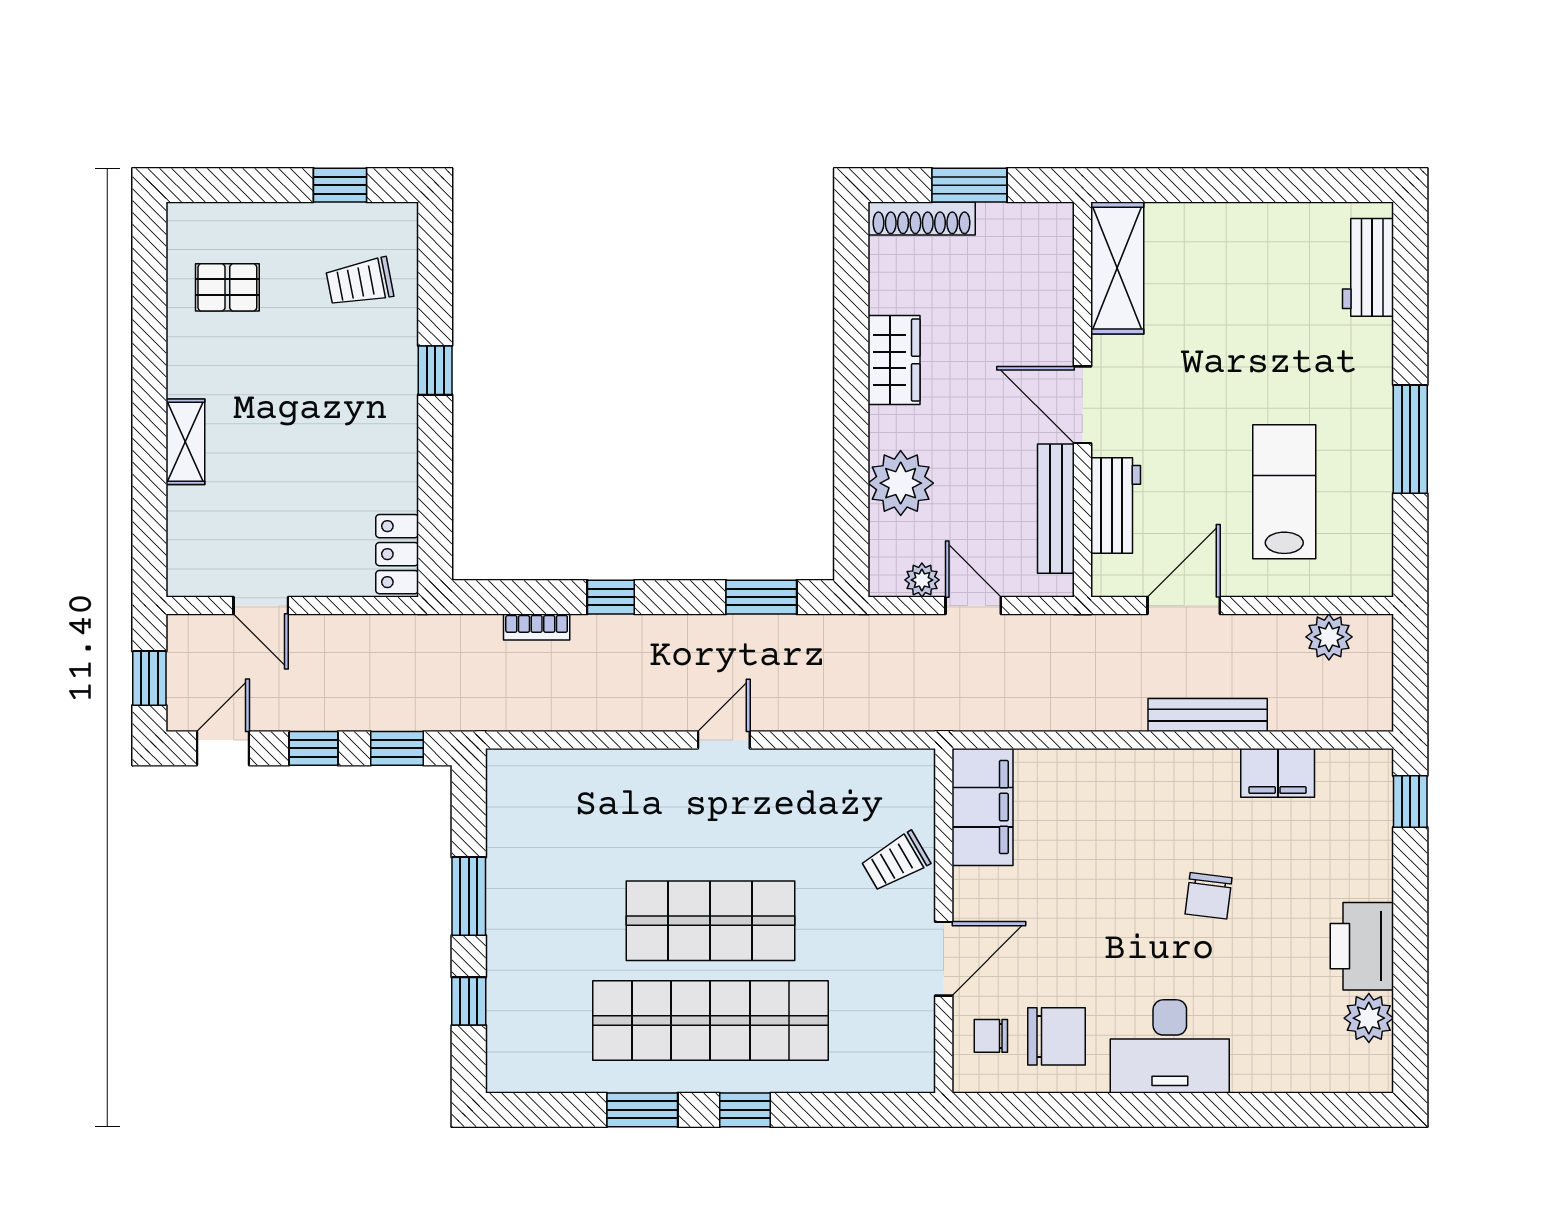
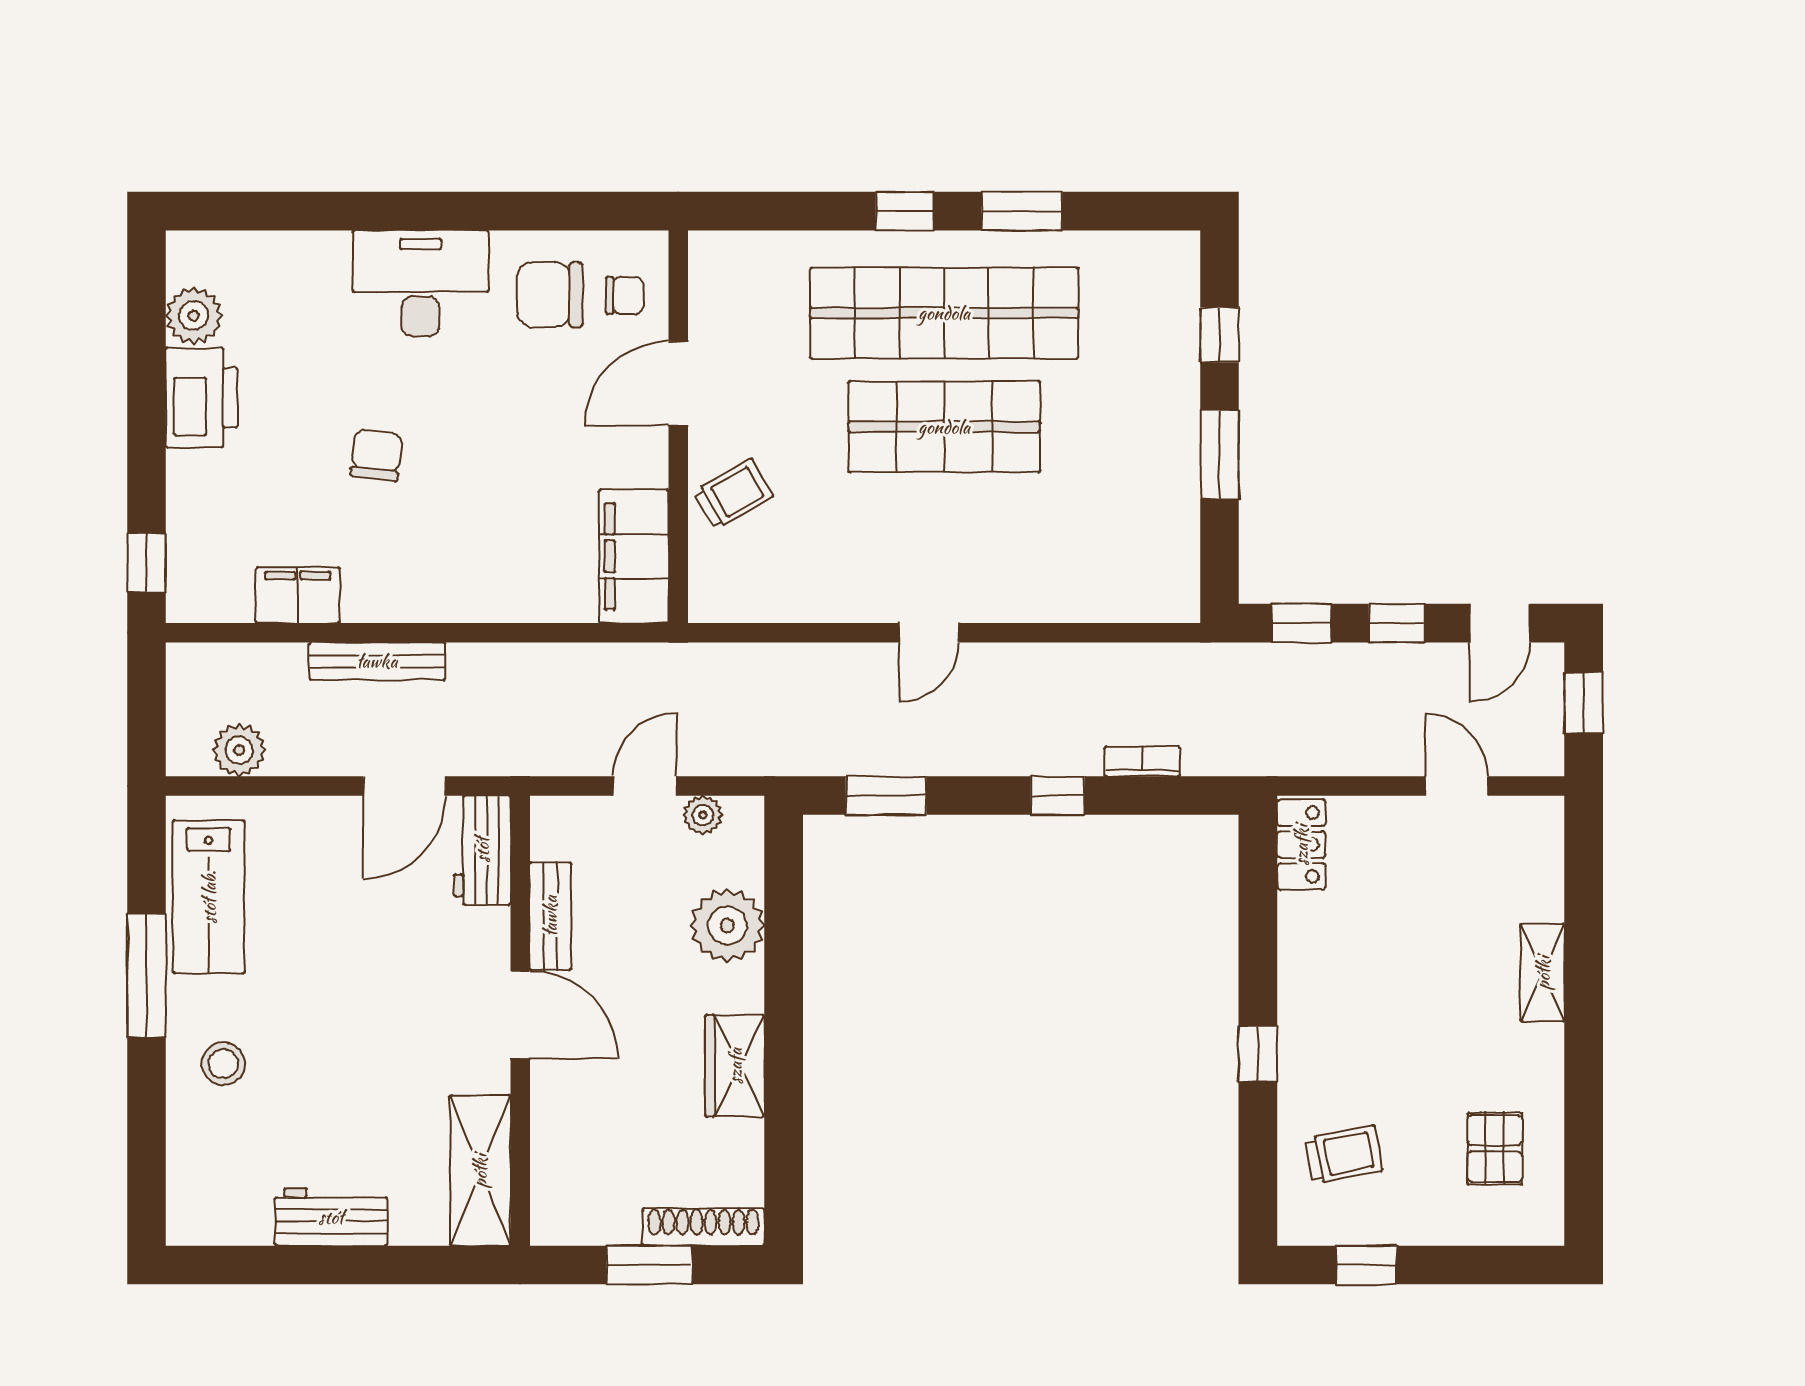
workbench: (1368, 267) -> (331, 1217), moved, turned -90
pallet: (227, 287) -> (1495, 1149), turned 90
stool: (1343, 362) -> (223, 1064), added
lab bench: (1284, 492) -> (209, 897), moved
workbench: (1116, 506) -> (482, 850), moved
bench: (1056, 509) -> (550, 916), width x0.73
door: (973, 605) -> (645, 786), swing flipped

